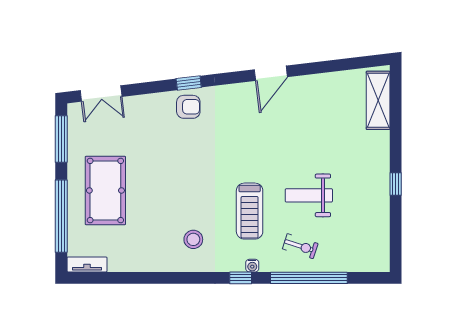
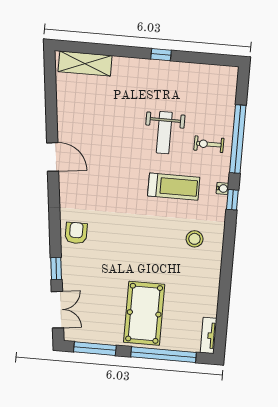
window: (189, 83) -> (56, 269), moved
pool table: (105, 190) -> (144, 313), turned 90
exercise bike: (300, 246) -> (209, 144), turned -108

